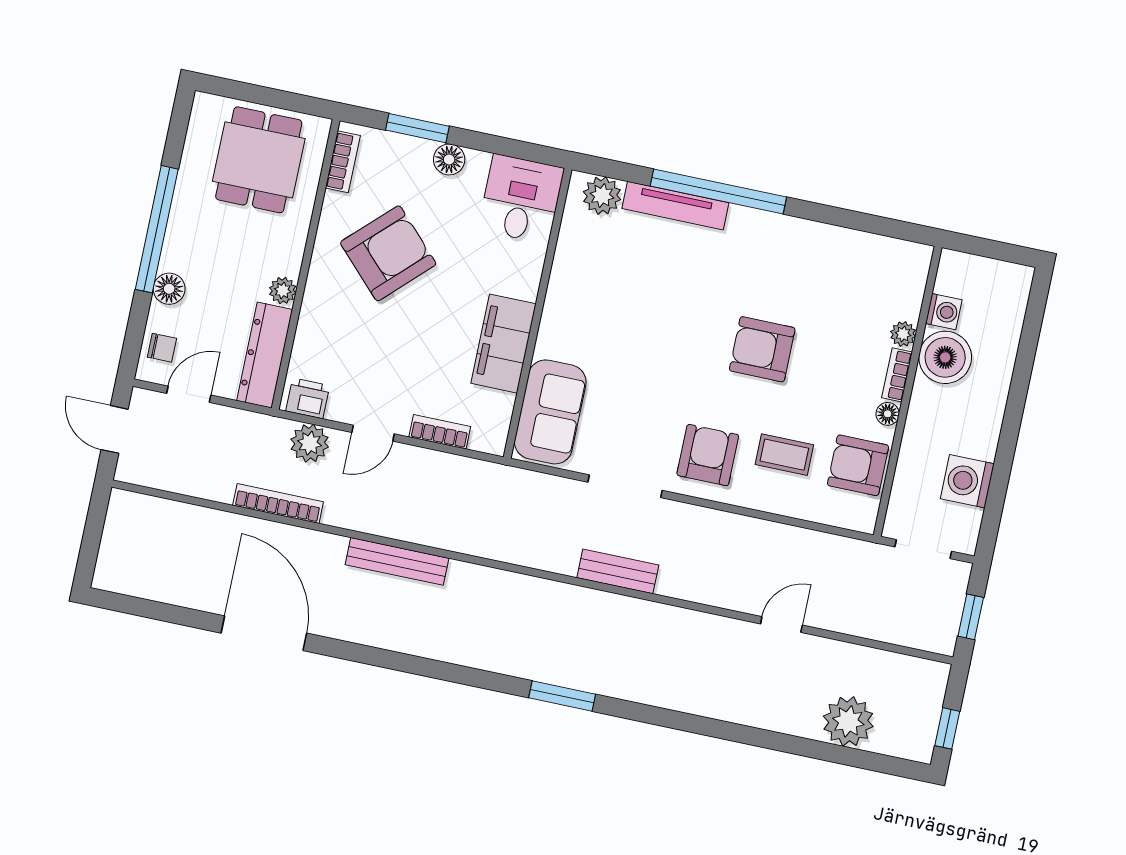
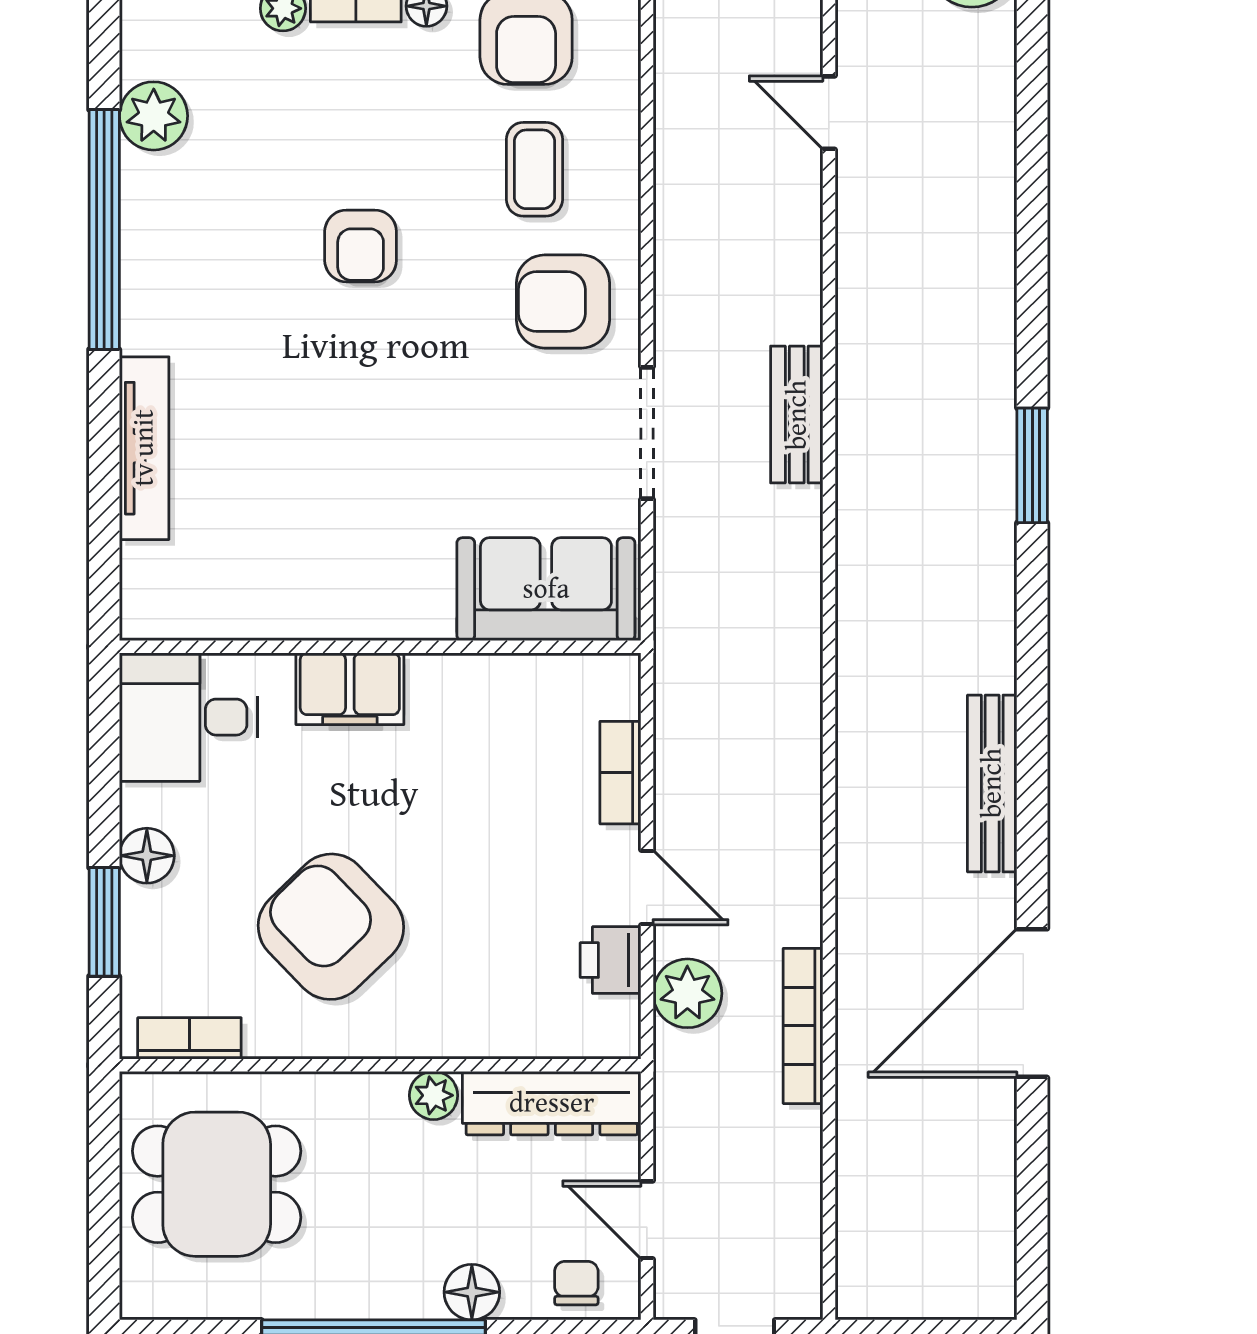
window: (718, 192) -> (104, 230), moved
plant: (602, 196) -> (154, 116), moved
filing cabinet: (504, 344) -> (350, 689), moved, width x0.67, depth x0.86
armchair: (762, 349) -> (361, 246), width x0.72, depth x0.72
printer: (308, 398) -> (611, 960), moved
bench: (397, 561) -> (992, 783), moved

